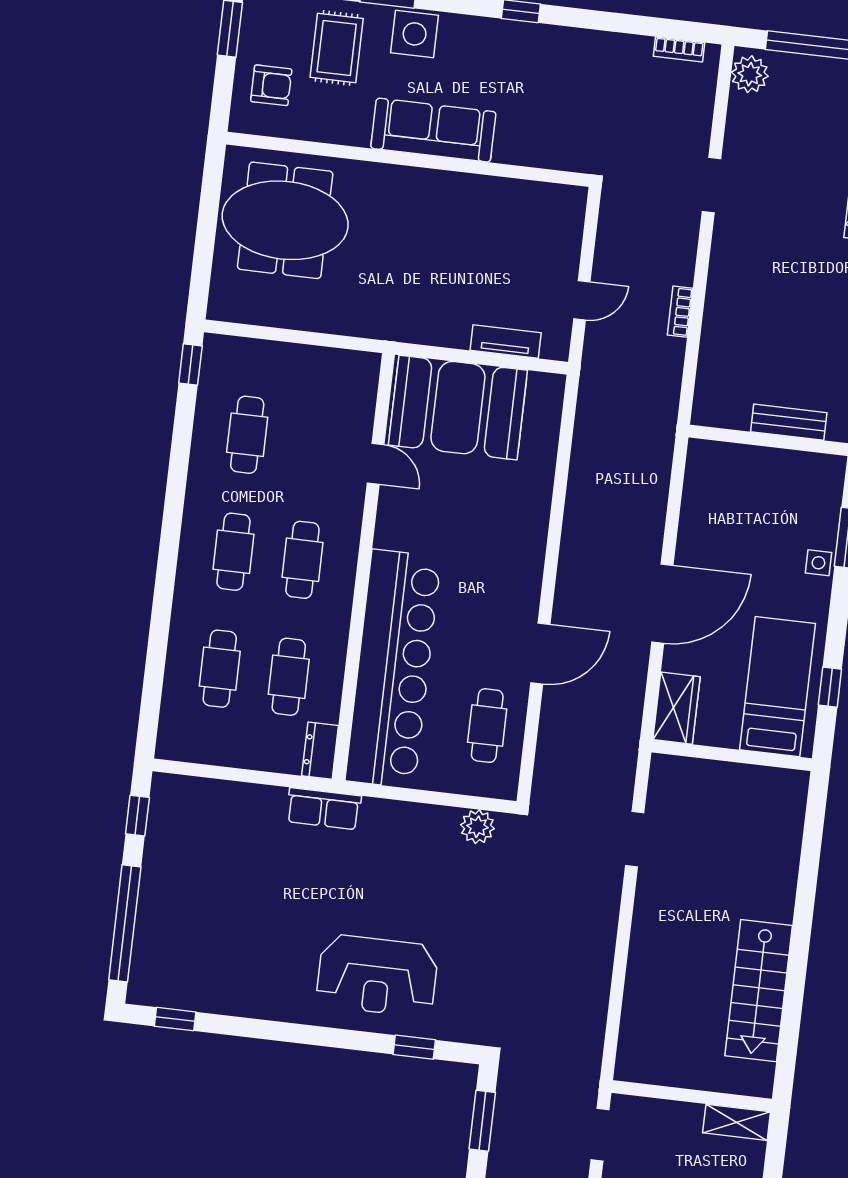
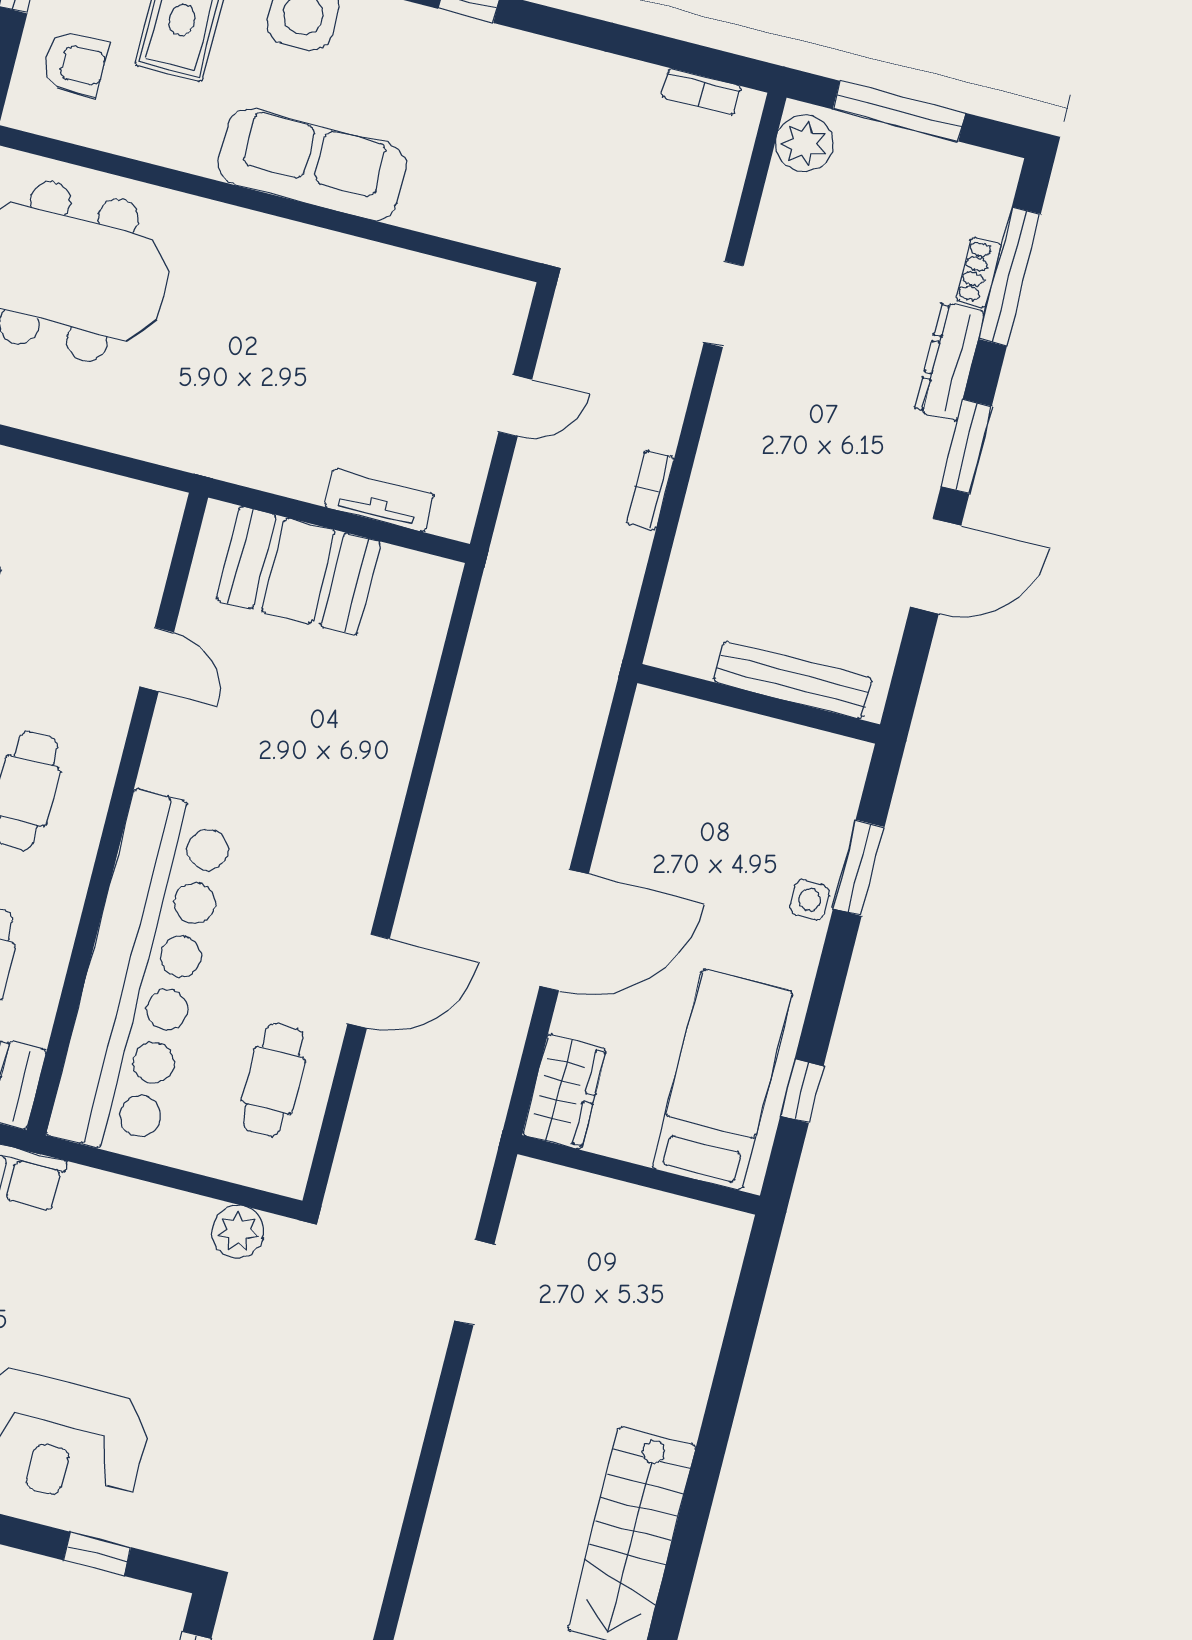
door: (582, 300) -> (515, 406), moved
booth: (458, 408) -> (298, 571), width x0.73, depth x0.70
bench: (789, 422) -> (793, 680), width x1.36

